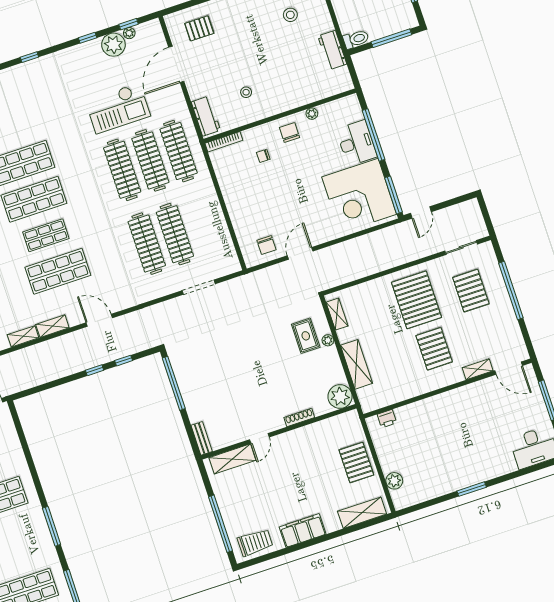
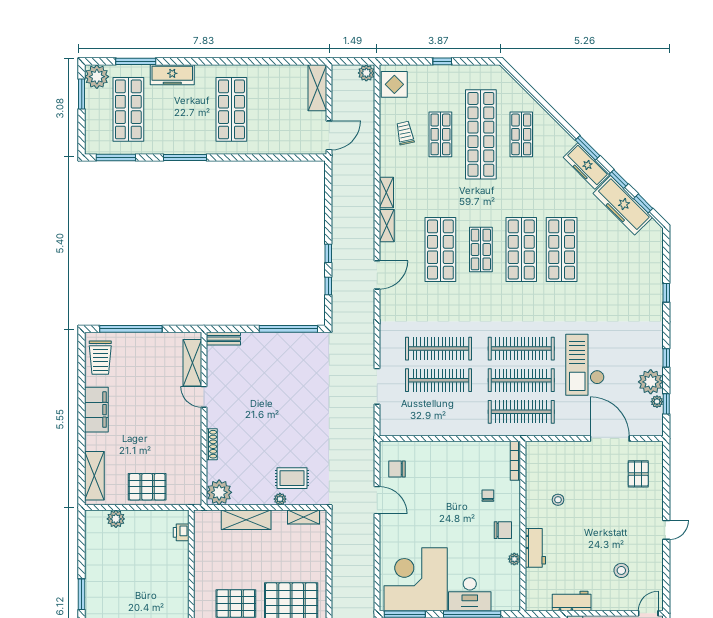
workbench: (206, 116) -> (535, 548), moved, turned -90

